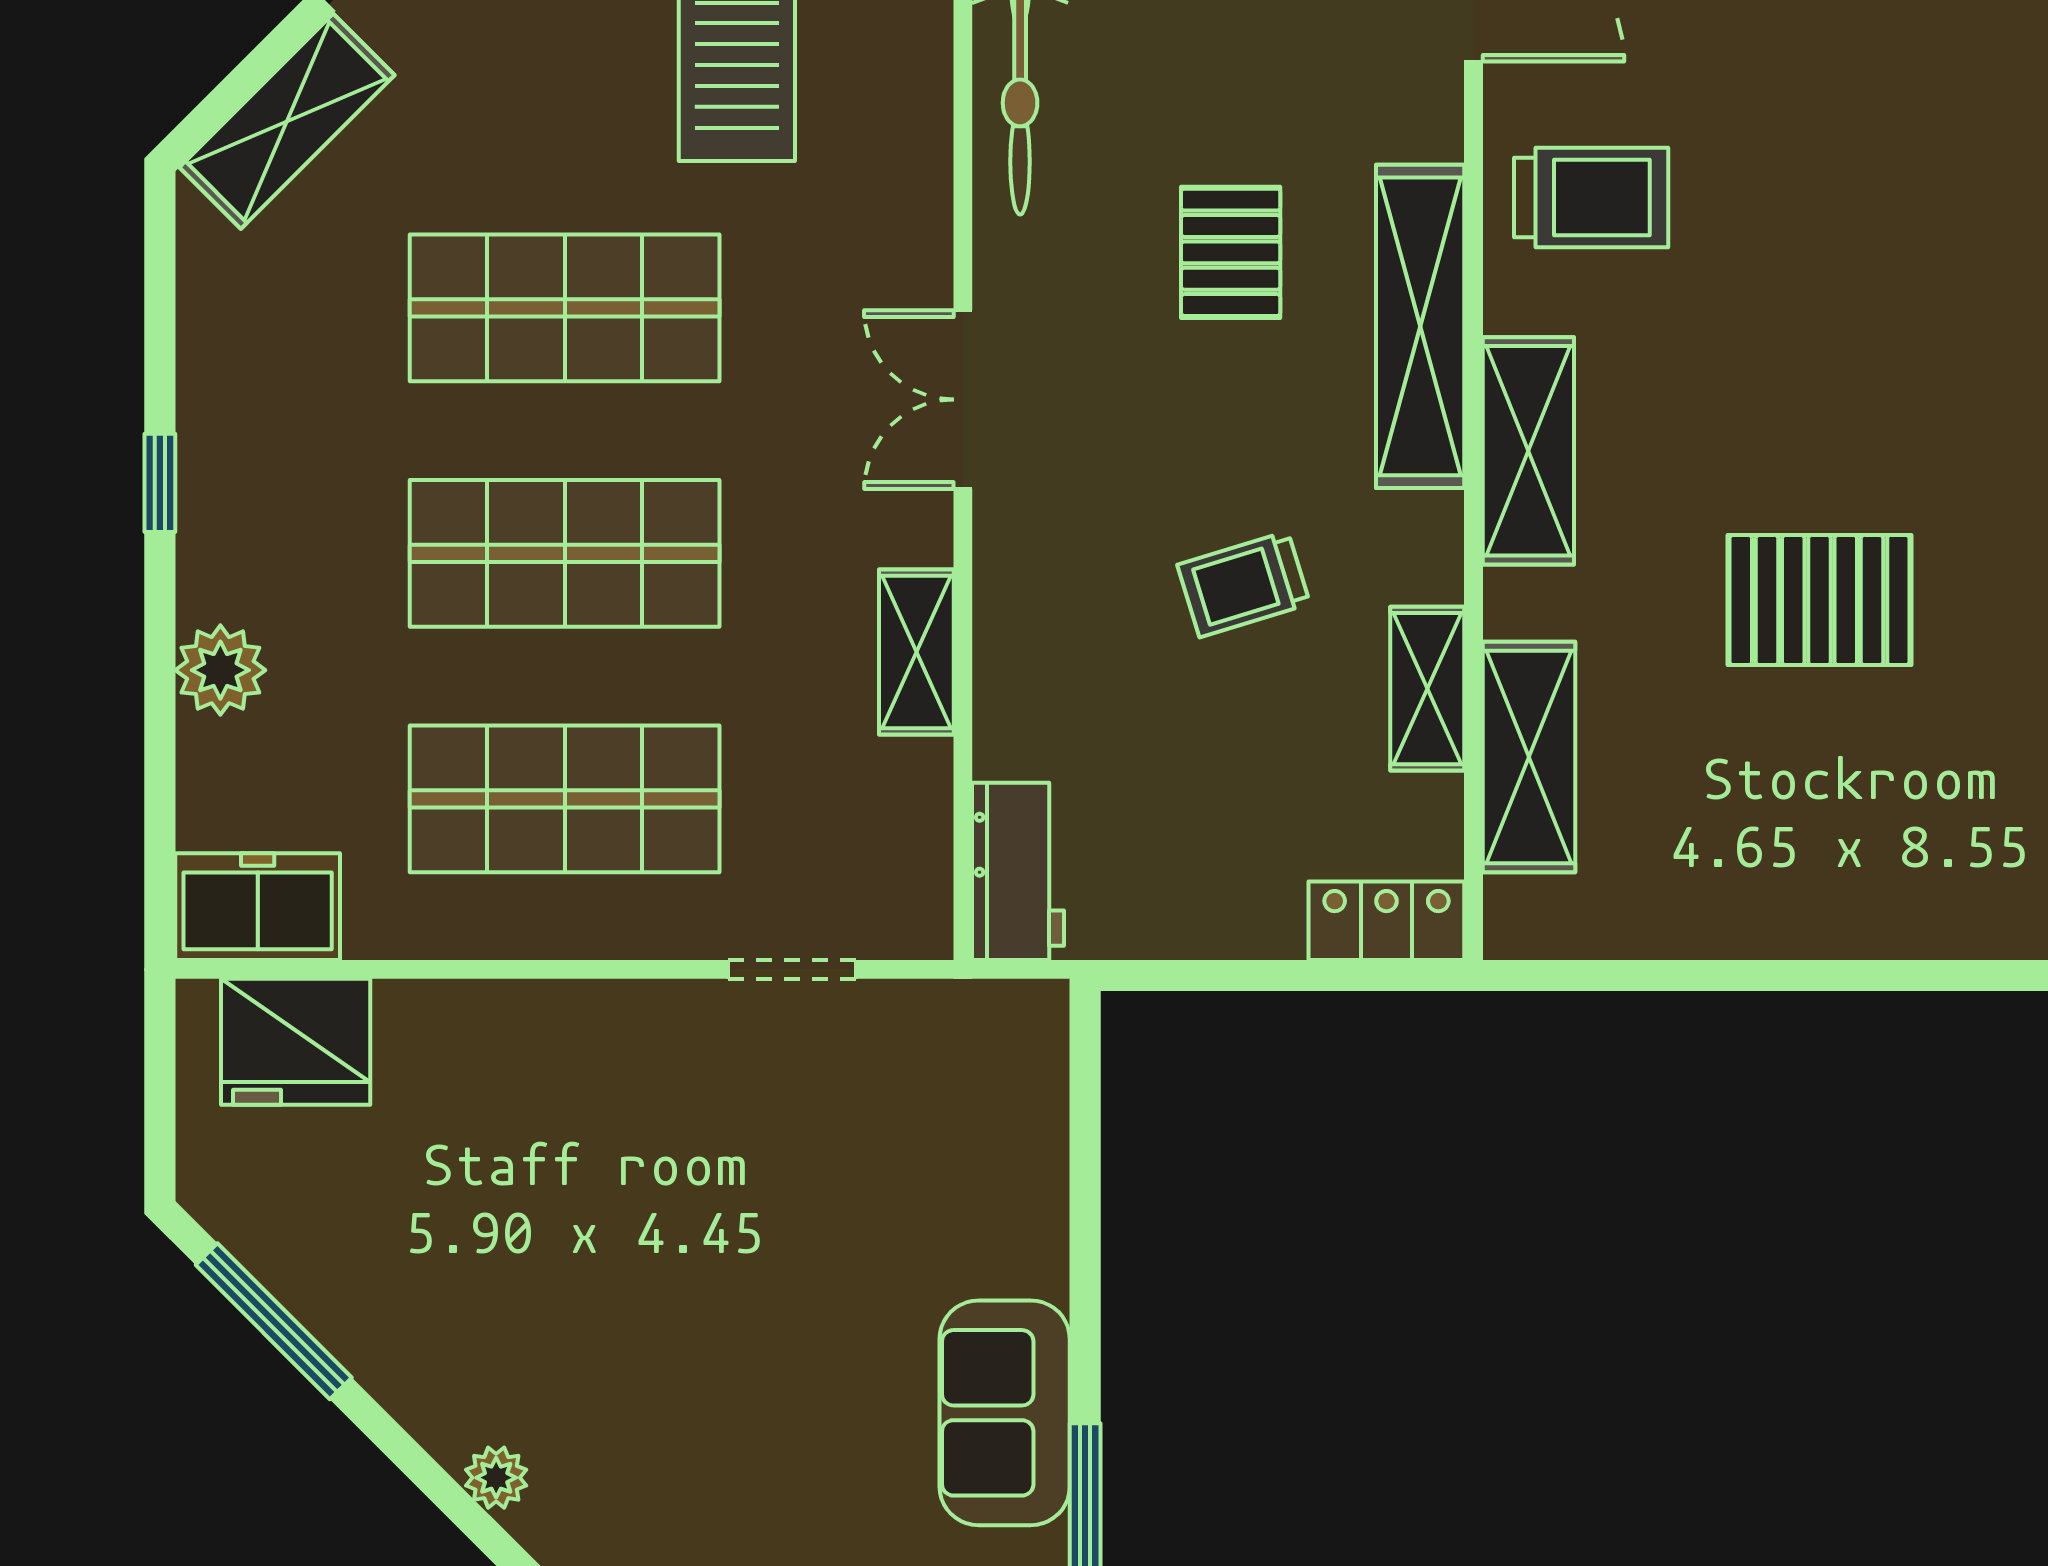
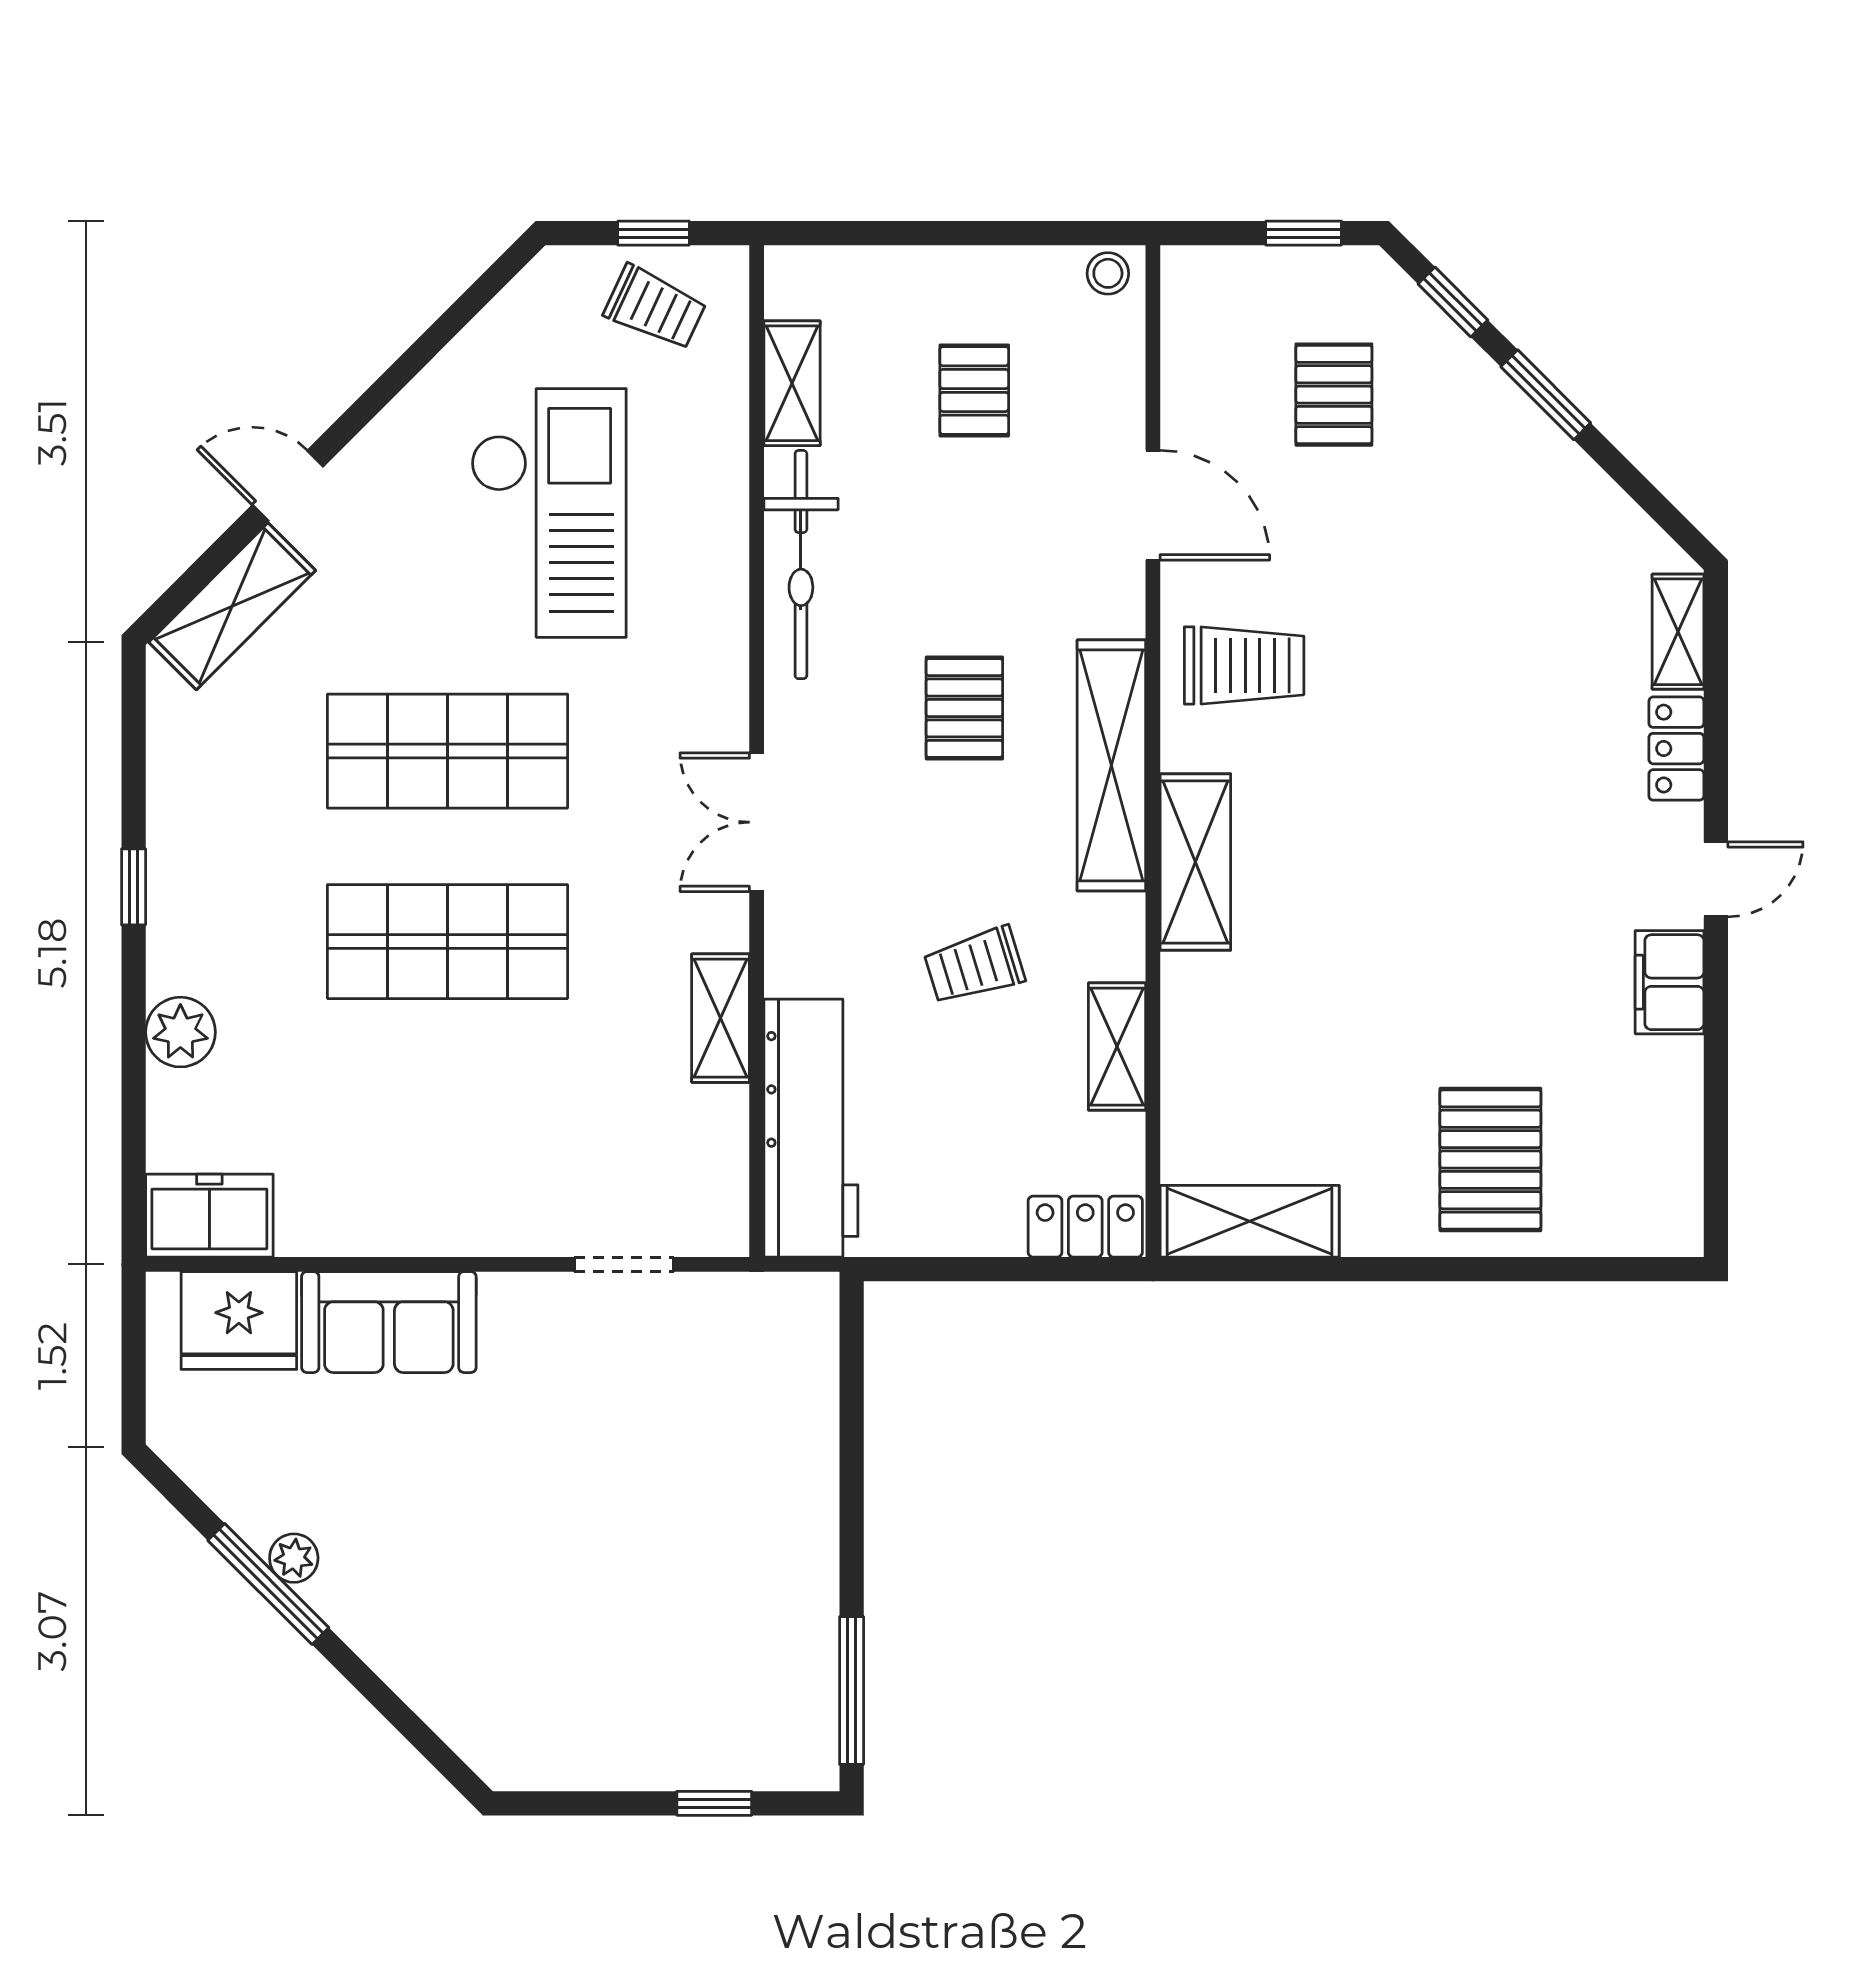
pallet: (1820, 600) -> (1490, 1159), moved, turned 90
shelving: (1529, 757) -> (1250, 1221), moved, turned 90
shop shelf: (565, 799) -> (448, 1132), removed
workbench: (1018, 871) -> (811, 1128), width x1.88, depth x1.32
window: (274, 1321) -> (268, 1584), moved
sofa: (1005, 1413) -> (389, 1322), moved, turned -90
plant: (496, 1478) -> (294, 1558), moved

